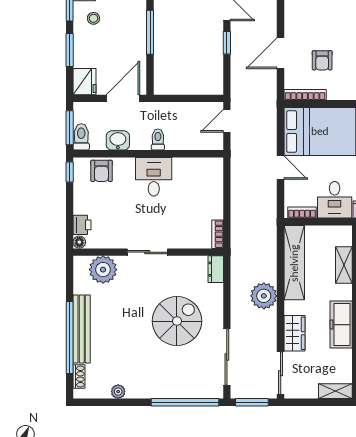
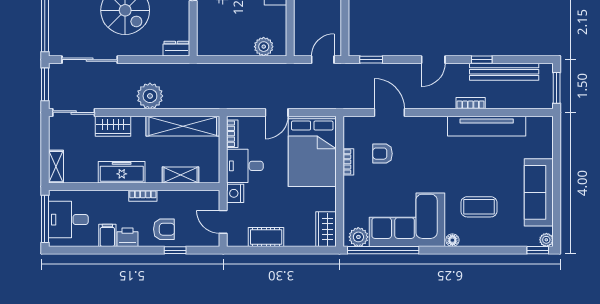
window: (227, 43) -> (371, 60), moved
bookcase: (305, 95) -> (348, 162), moved, width x0.64
door: (227, 121) -> (323, 60), hinge flipped
plant: (214, 181) -> (264, 47), added
bookcase: (218, 234) -> (211, 50), removed

